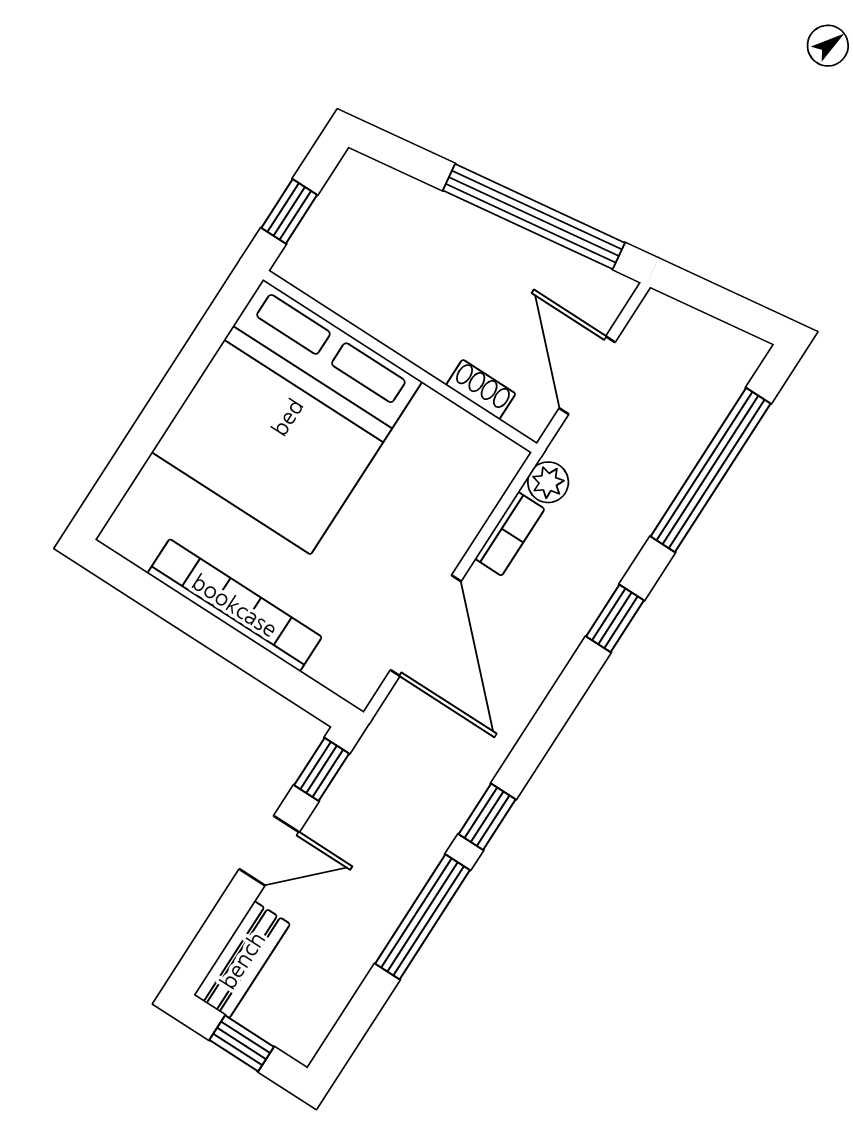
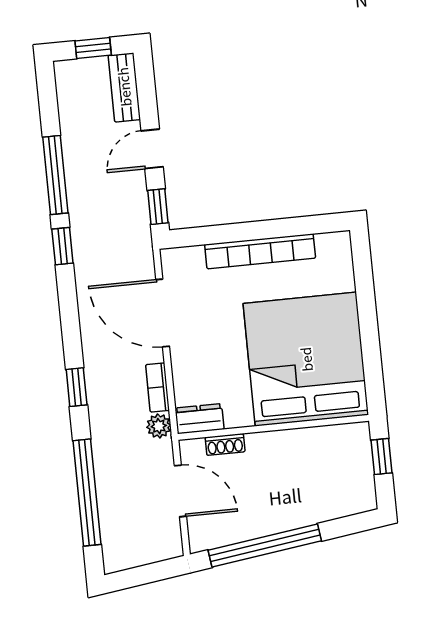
dresser: (487, 450) -> (200, 419), added

